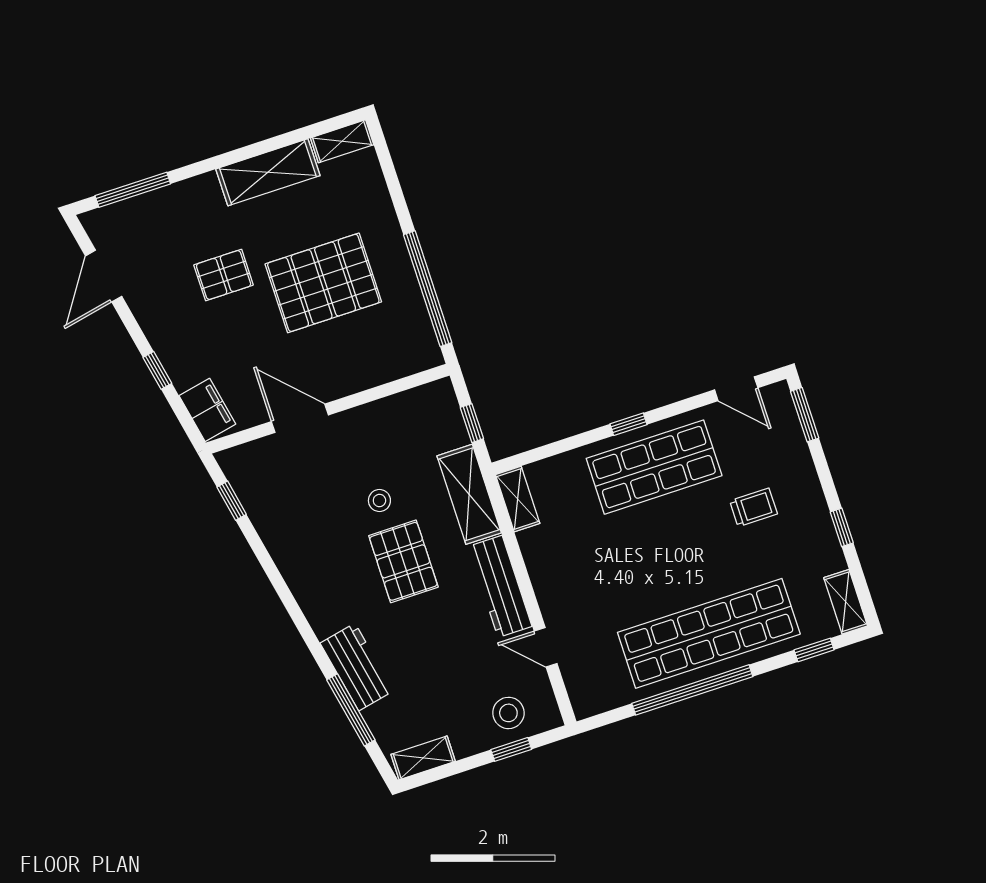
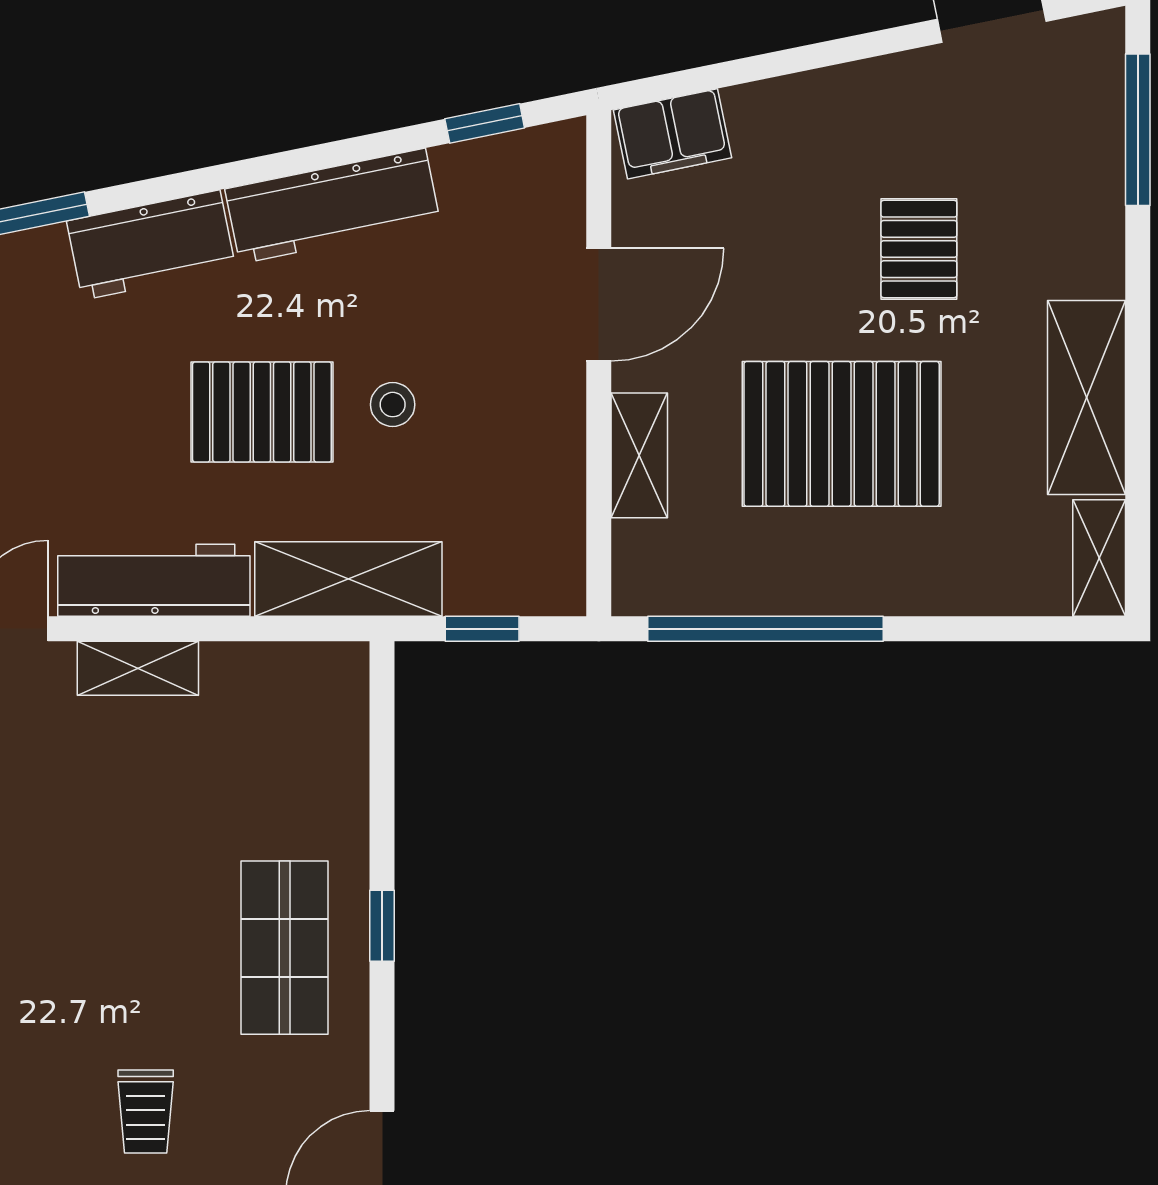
pallet: (323, 283) -> (842, 434), turned 90
window: (157, 370) -> (779, 63), removed
shelving: (365, 375) -> (639, 455), added
shop shelf: (654, 467) -> (285, 948), width x0.70, depth x0.74
shelving: (518, 499) -> (138, 668), moved
workbench: (295, 560) -> (333, 206), added
workbench: (357, 667) -> (151, 245), moved

